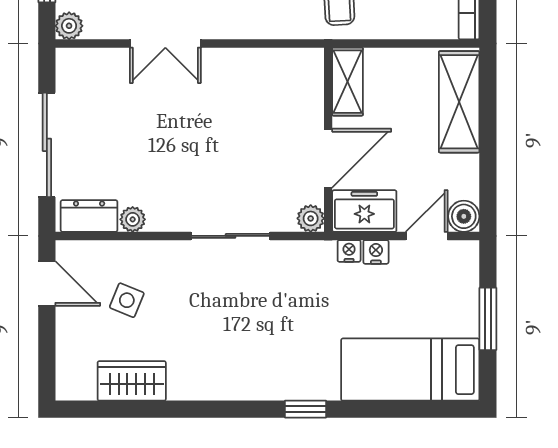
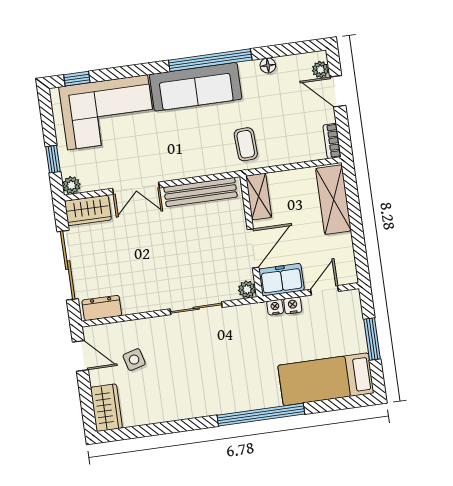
bench: (261, 63) -> (200, 192), added
wardrobe: (89, 67) -> (88, 210), added
boiler: (464, 216) -> (347, 274), removed
plant: (133, 219) -> (131, 306), removed
side table: (127, 300) -> (134, 360), turned -37
wardrobe: (132, 381) -> (106, 408), moved, turned 90
window: (305, 409) -> (261, 415), width x3.17

